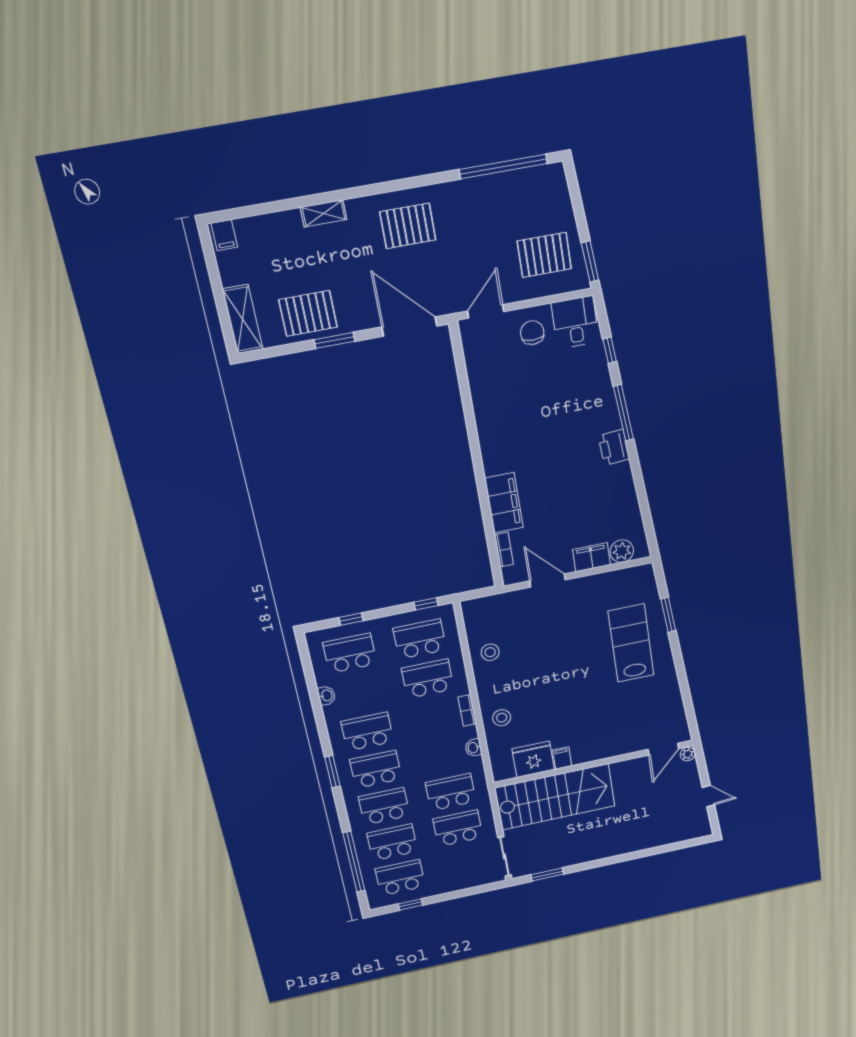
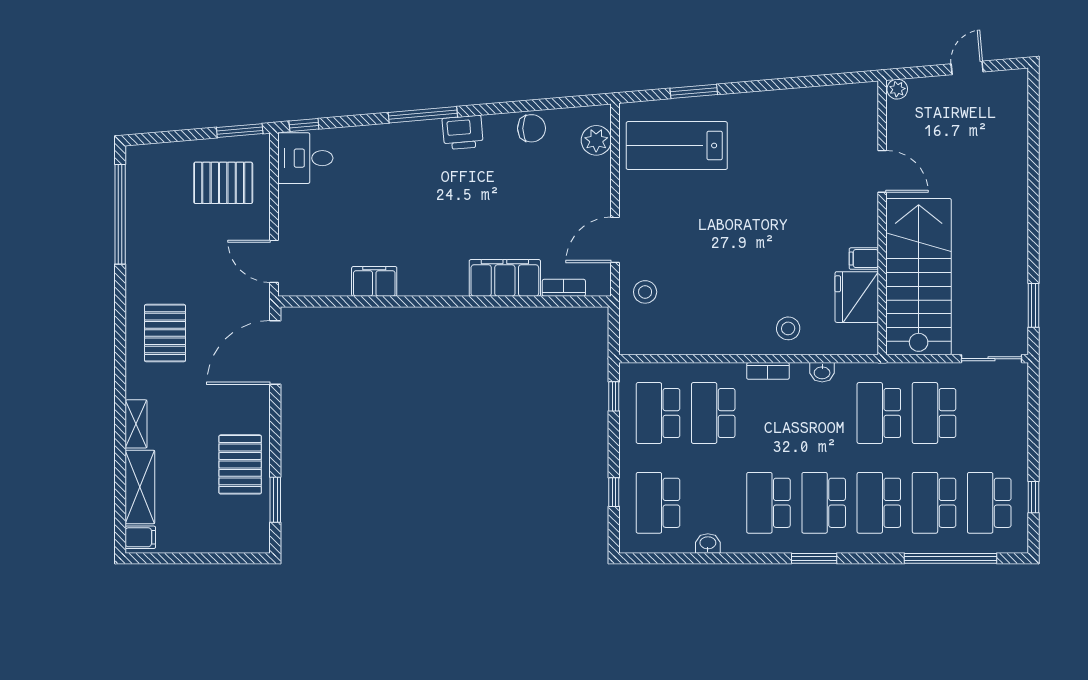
pallet: (544, 255) -> (223, 183), turned 90
shelving: (243, 319) -> (140, 487), moved, turned 90
chair: (532, 333) -> (532, 128), moved, turned 180
window: (334, 340) -> (275, 500), moved
window: (610, 350) -> (304, 125), moved
filing cabinet: (592, 557) -> (374, 281), moved, turned 90
lab bench: (631, 643) -> (677, 146), moved
stool: (490, 652) -> (645, 292), moved
door: (663, 749) -> (882, 171), moved

